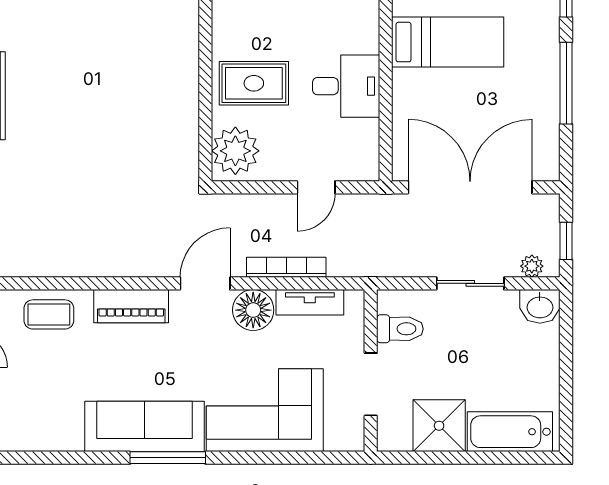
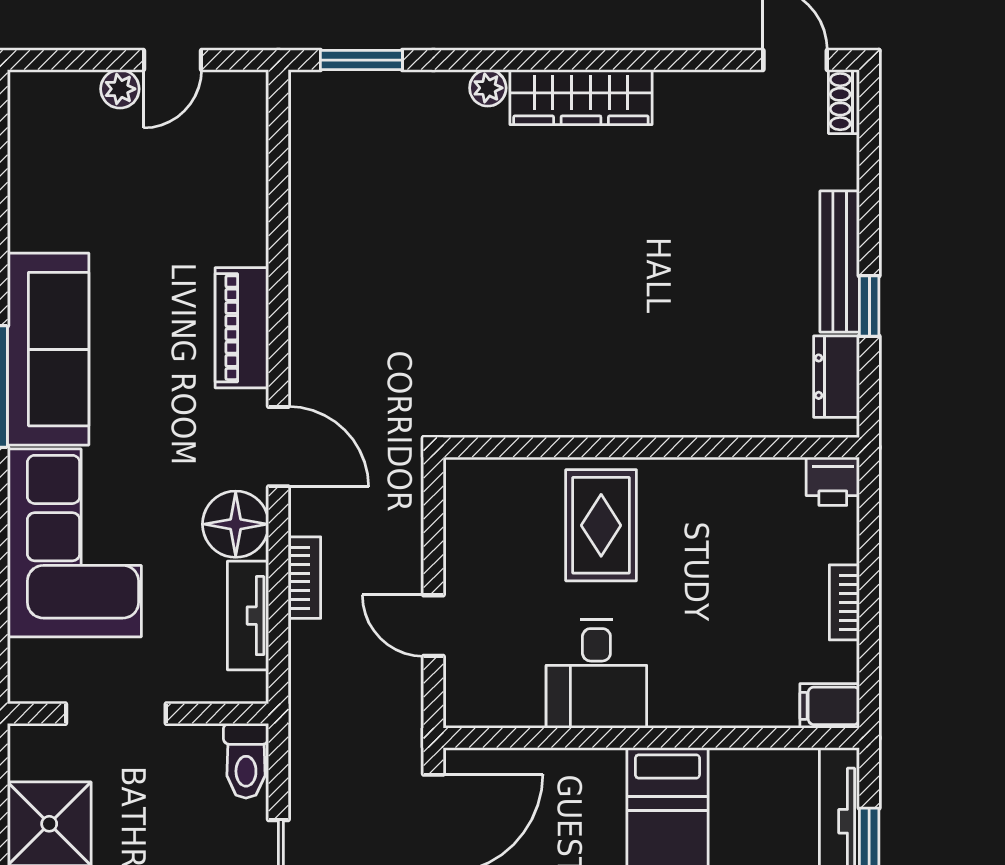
plant: (235, 151) -> (492, 495), removed
bookcase: (286, 267) -> (304, 578), width x0.64
coffee table: (49, 314) -> (229, 195), removed
toilet: (400, 329) -> (246, 761), moved

